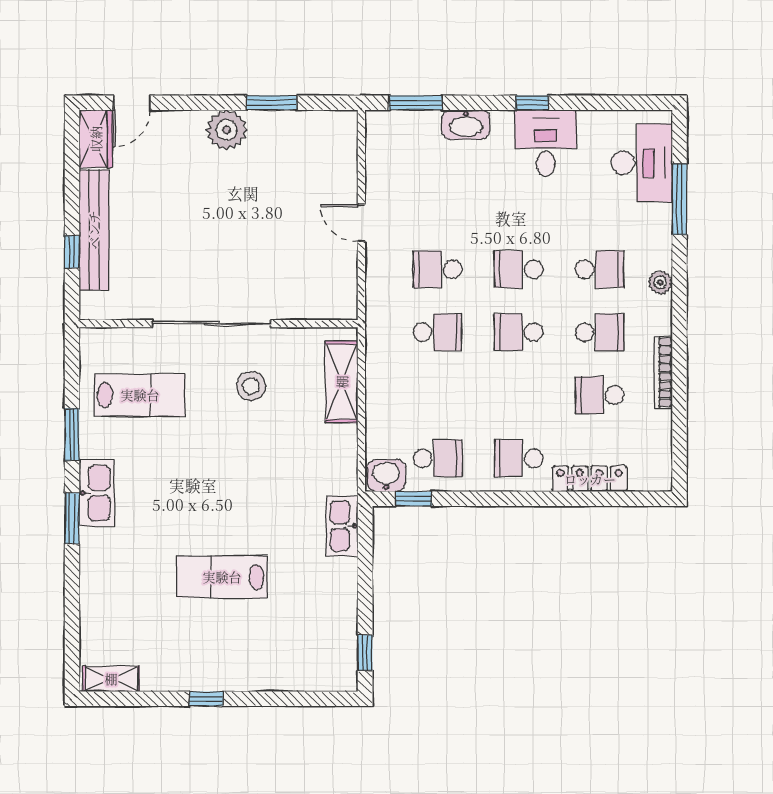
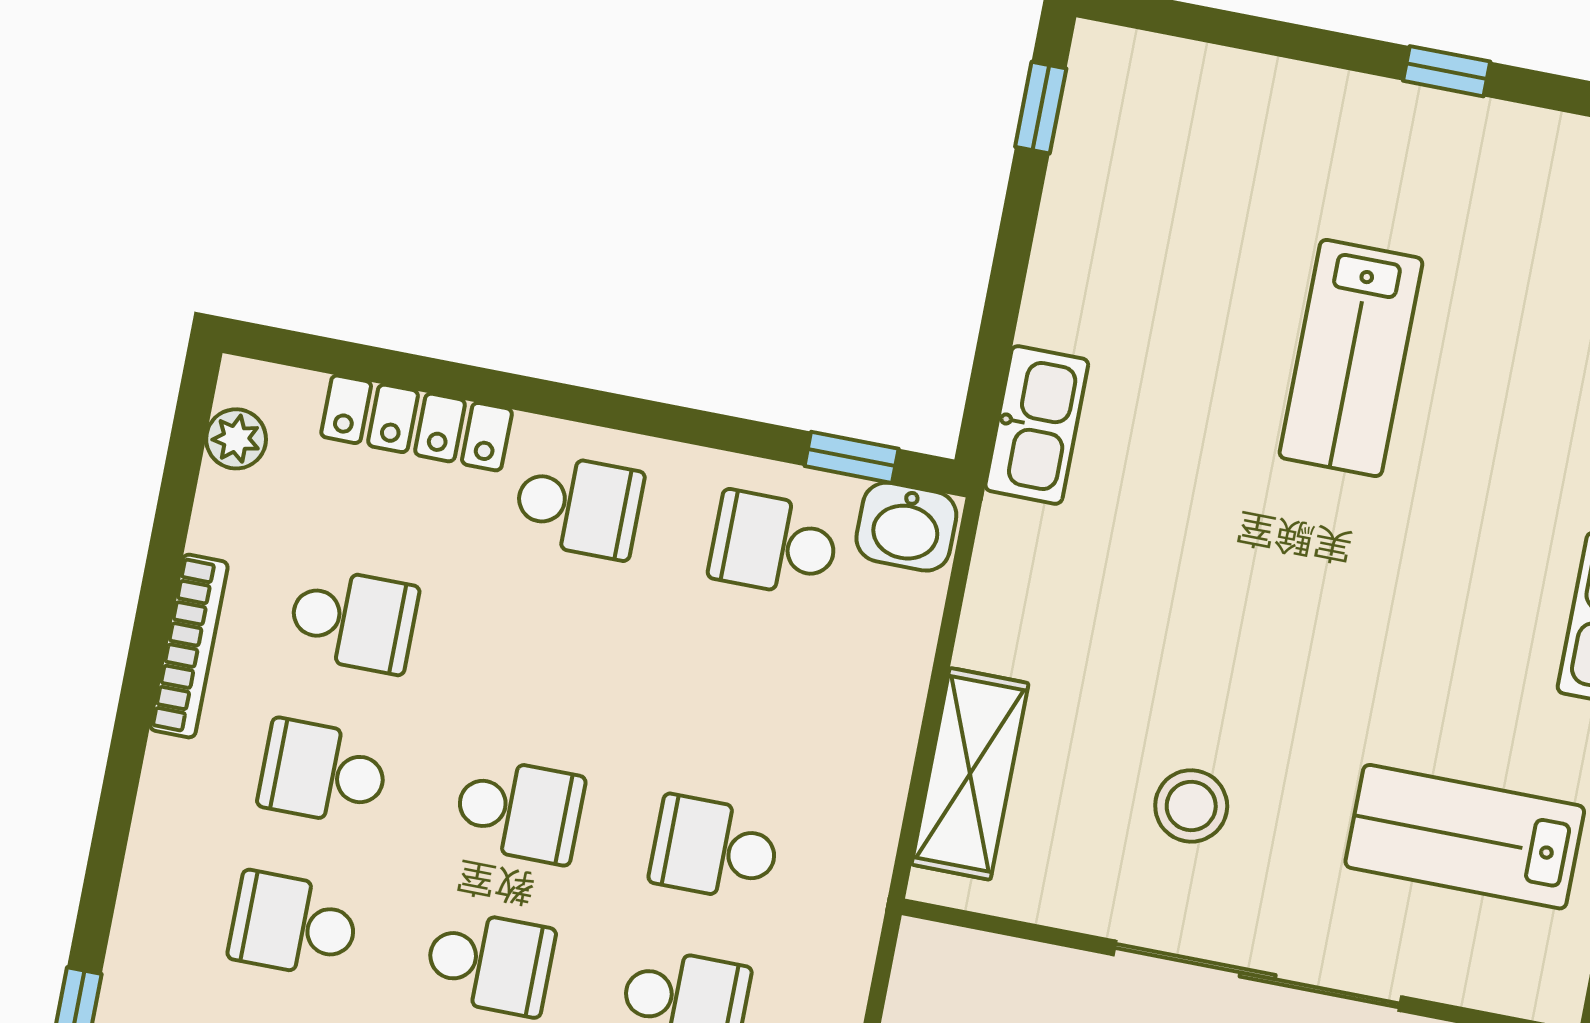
plant: (660, 282) -> (236, 439), moved
lab bench: (222, 577) -> (1351, 358), turned 90

